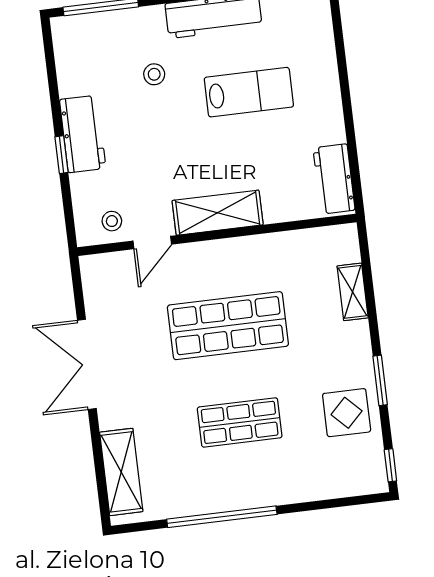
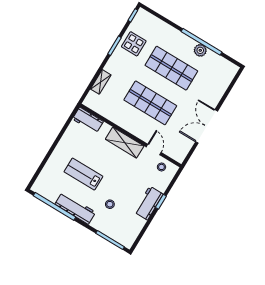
workbench: (334, 179) -> (88, 120), moved, turned 90
door: (152, 243) -> (154, 150), hinge flipped
double door: (87, 364) -> (207, 126), swing flipped
shop shelf: (240, 422) -> (171, 68), width x1.43, depth x1.36
shelving: (121, 472) -> (223, 82), removed
plant: (211, 499) -> (200, 50), added

